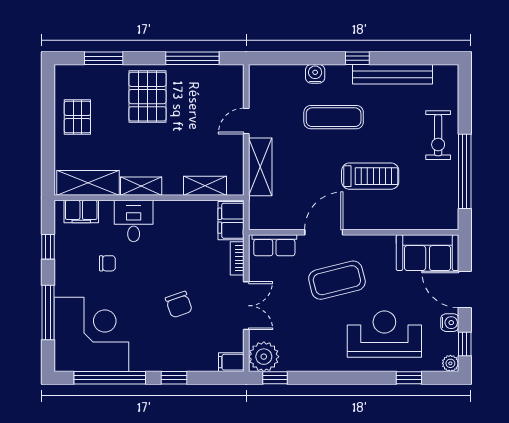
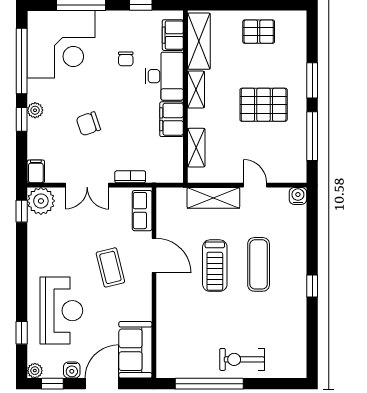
window: (104, 58) -> (312, 80), moved
water cooler: (315, 74) -> (298, 196), moved, turned -90
bench: (392, 74) -> (298, 318), removed
pallet: (148, 97) -> (264, 105), moved
treadmill: (370, 176) -> (215, 266), moved
desk: (134, 221) -> (164, 76), width x1.37
filing cabinet: (231, 221) -> (171, 119), moved, turned -90
coffee table: (337, 280) -> (110, 267), width x0.73, depth x0.76
plant: (164, 363) -> (35, 110), added

